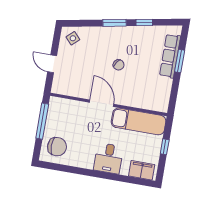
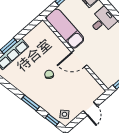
window: (144, 22) -> (52, 120), moved
door: (102, 103) -> (79, 59), hinge flipped

